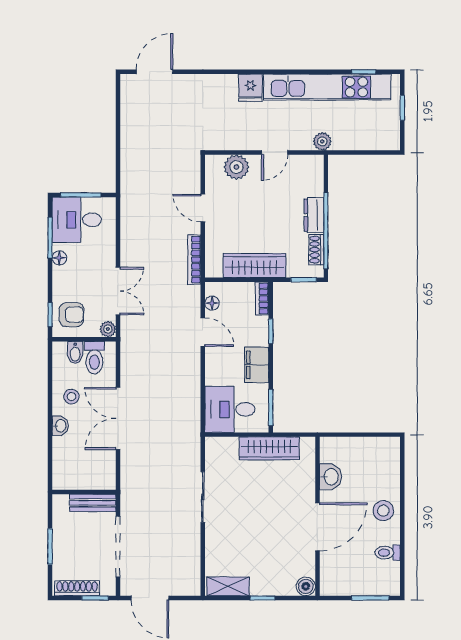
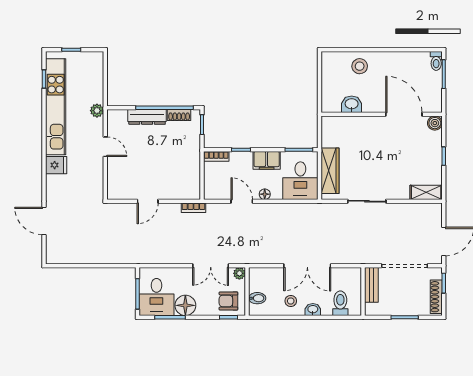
door: (155, 72) -> (44, 221), moved
plant: (236, 167) -> (116, 176), removed
dresser: (314, 215) -> (147, 117), width x1.44
floor lamp: (59, 258) -> (185, 305), width x1.89, depth x1.89
bookcase: (194, 260) -> (193, 208), width x0.64
wardrobe: (254, 266) -> (191, 162), removed
double door: (118, 291) -> (211, 266), swing flipped
floor lamp: (212, 303) -> (265, 194), moved
armchair: (71, 315) -> (228, 301), turned -90
door: (203, 332) -> (242, 201), hinge flipped
toilet: (94, 358) -> (340, 303), moved, turned -90
wardrobe: (269, 448) -> (330, 171), moved
stool: (383, 511) -> (360, 66), moved
door: (317, 527) -> (404, 114), moved
toilet: (388, 553) -> (436, 61), moved
shelving: (228, 586) -> (426, 192), moved, turned 90

